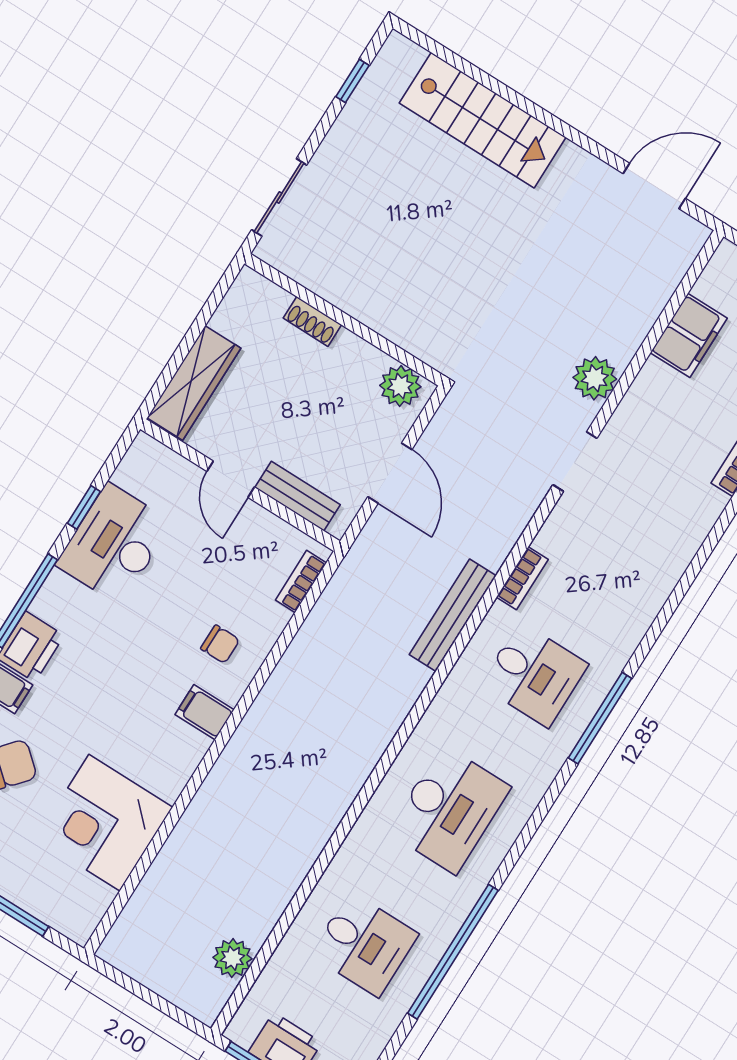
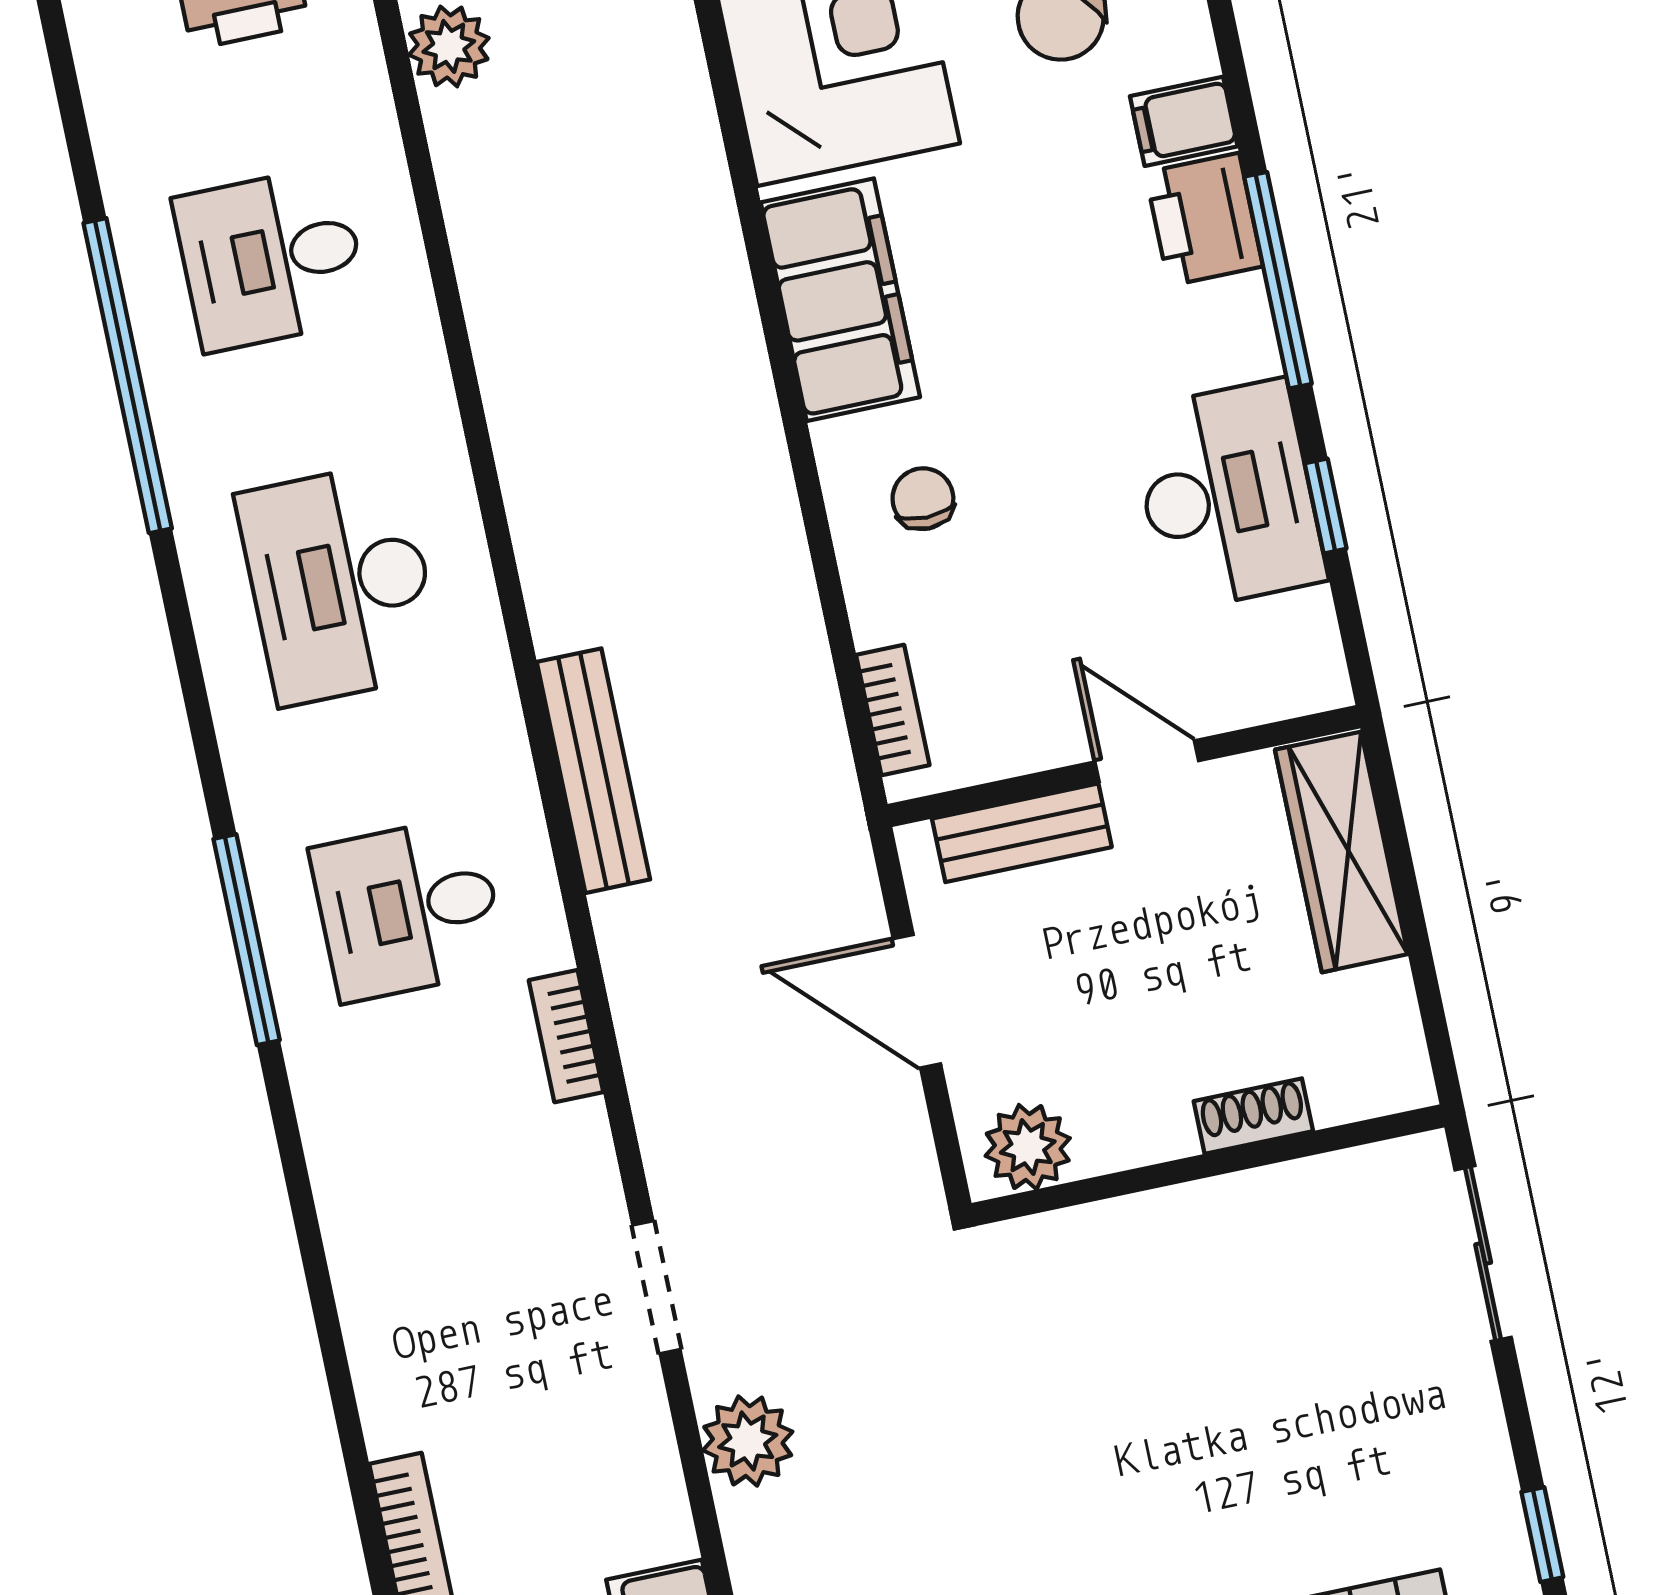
bench: (453, 615) -> (593, 771), moved
chair: (220, 644) -> (923, 499), turned 90
filing cabinet: (205, 712) -> (840, 300), width x3.00, depth x1.17

